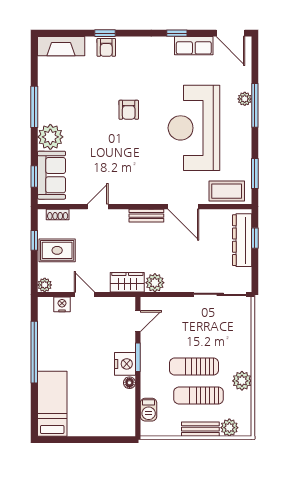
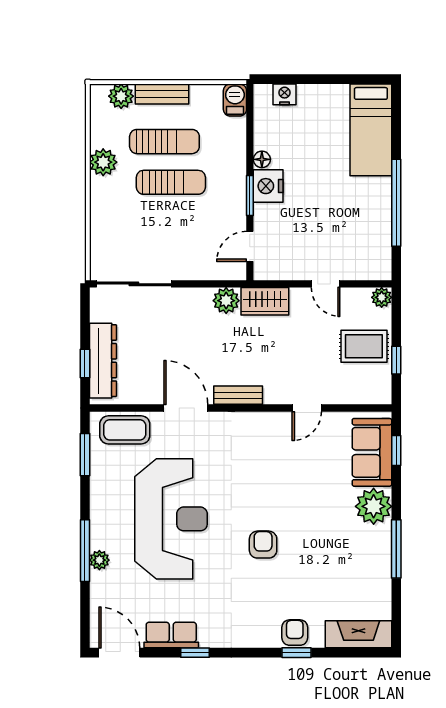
shoe rack: (58, 215) -> (363, 397), removed
nightstand: (62, 304) -> (284, 94), moved, turned 180
barbecue: (149, 410) -> (235, 100), moved

